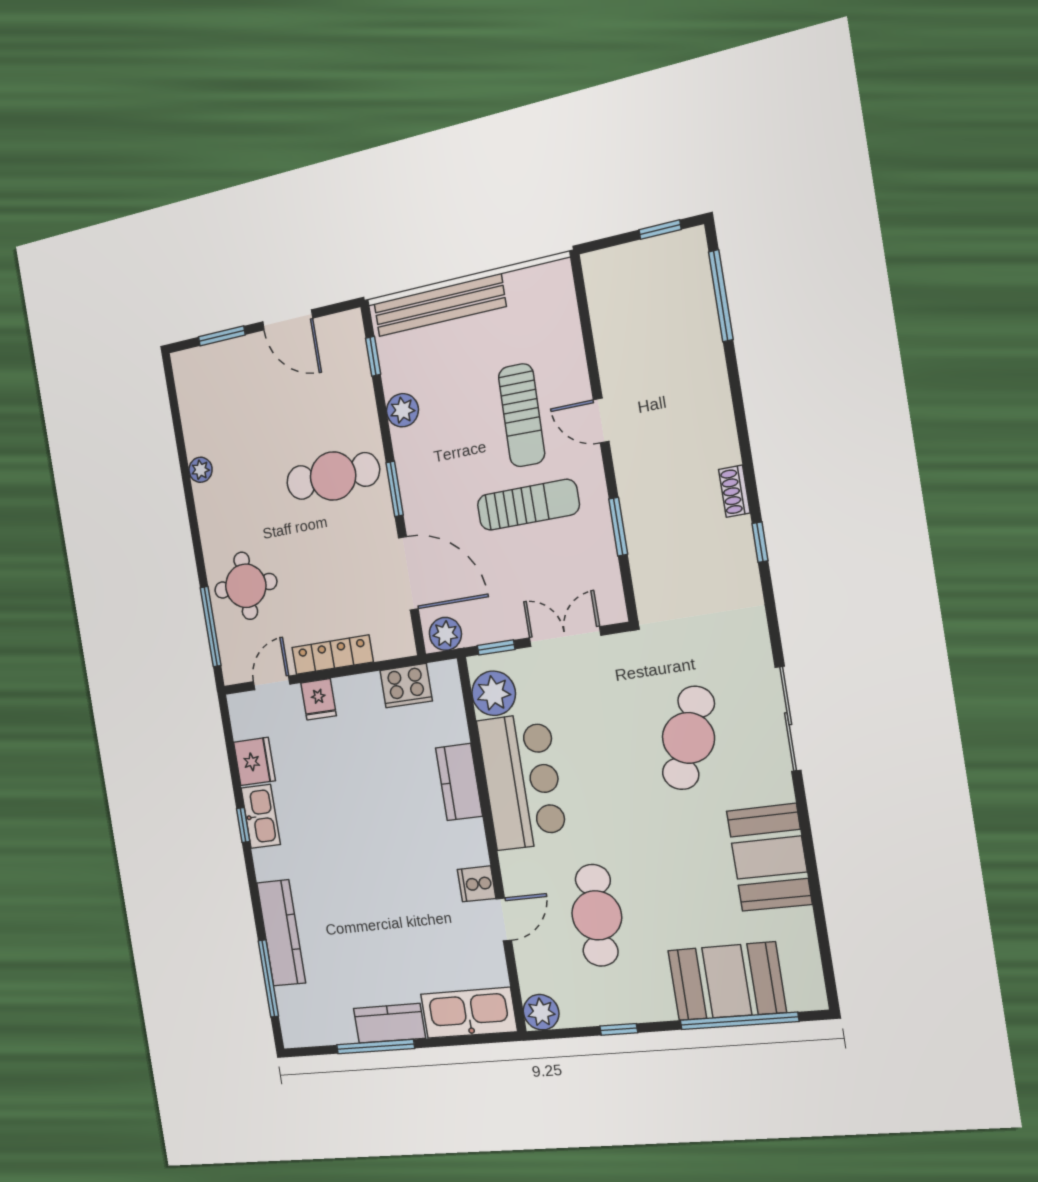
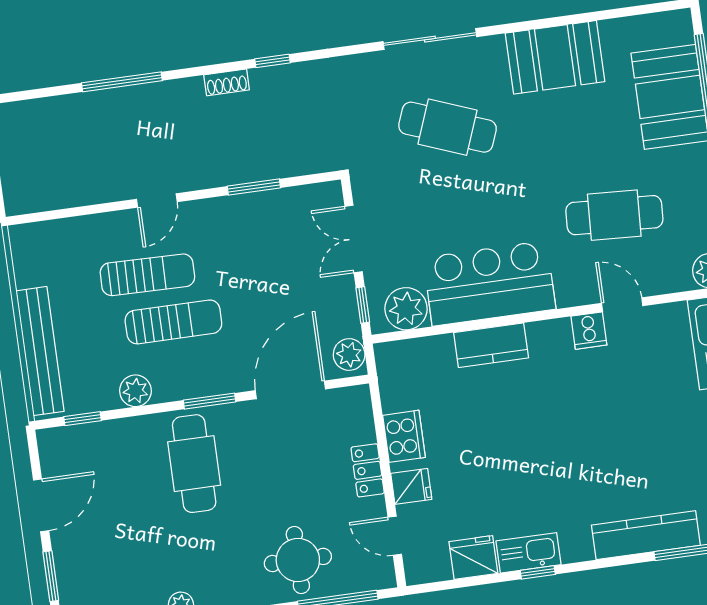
window: (721, 296) -> (122, 82), moved
sun lounger: (528, 505) -> (173, 322), moved, turned 90
locker: (332, 655) -> (368, 470), width x0.66
cooker: (406, 686) -> (404, 436), moved

